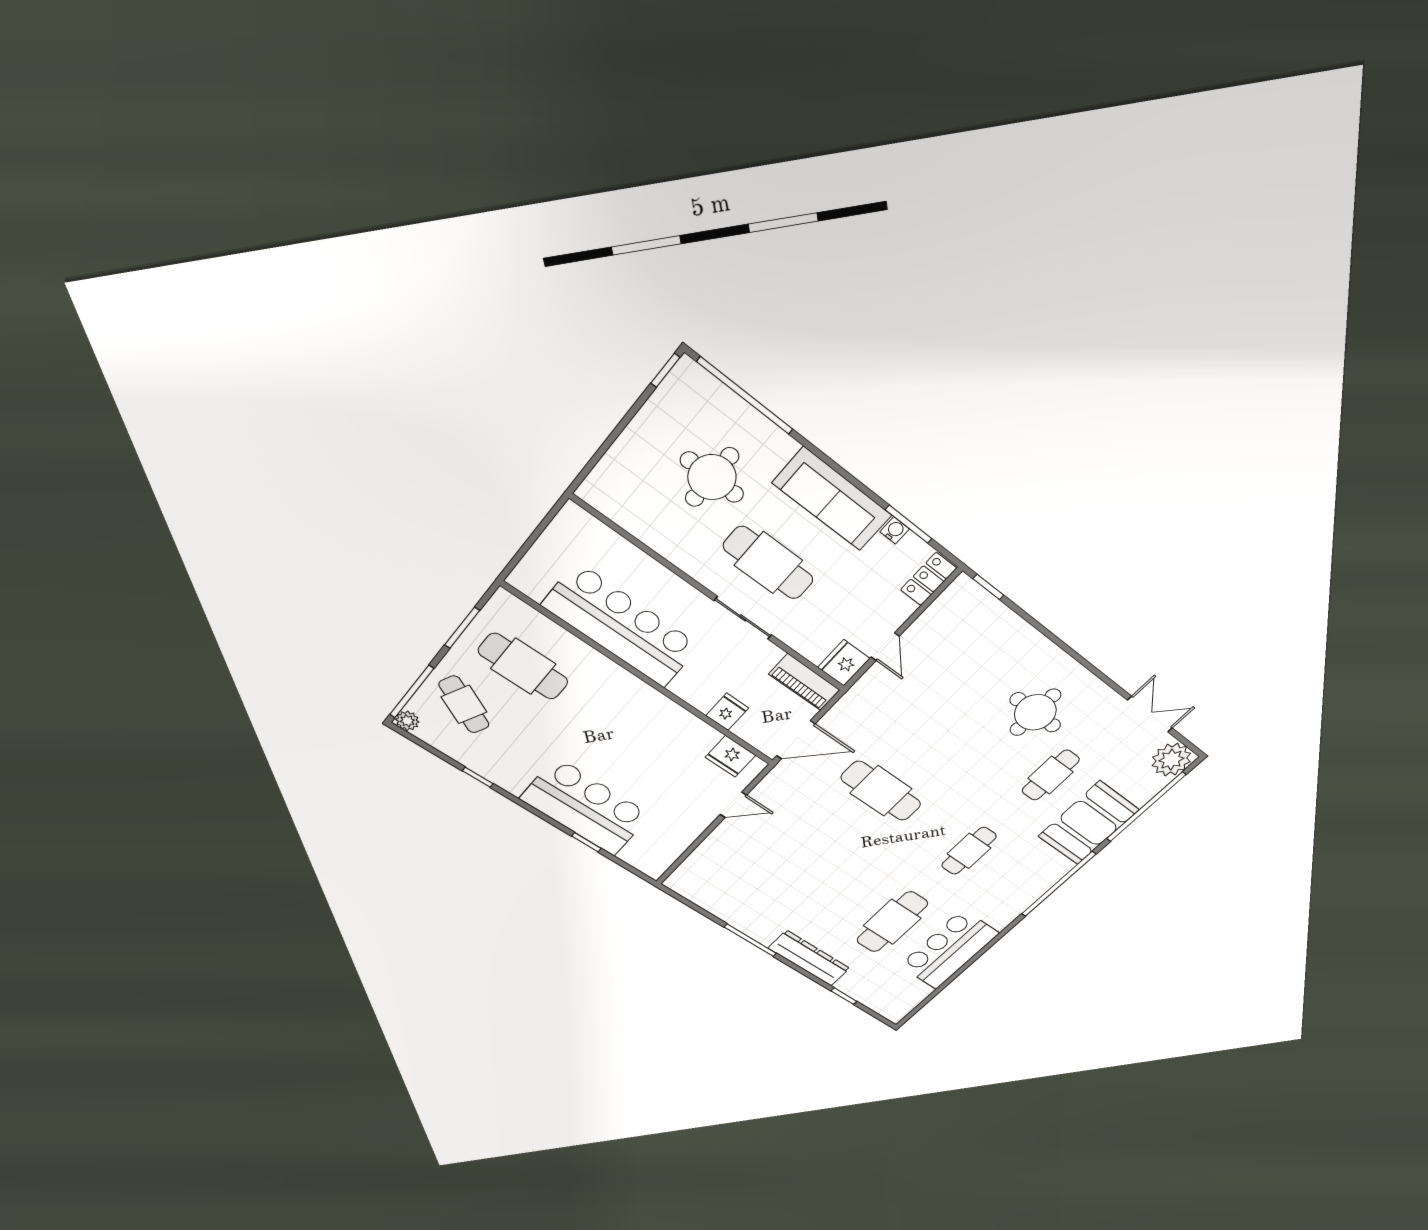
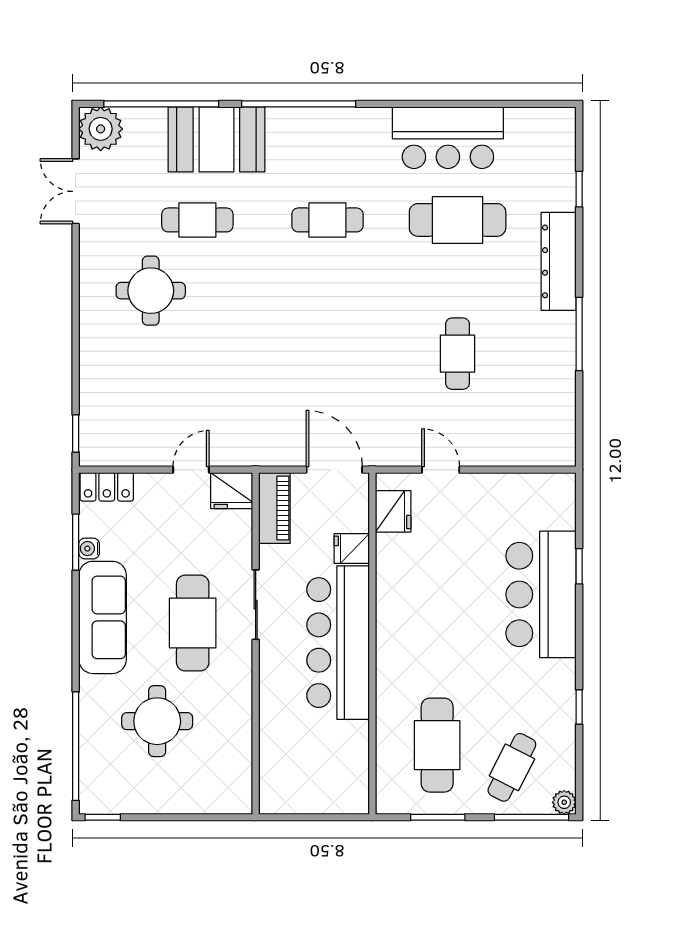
bar counter: (621, 626) -> (338, 643), moved
cafe table: (881, 791) -> (458, 354), moved, width x0.73, depth x0.74

